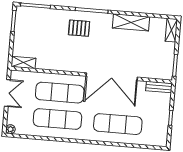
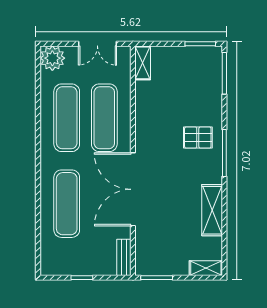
pallet: (79, 28) -> (198, 138), turned 90
plant: (10, 129) -> (52, 58), width x1.88, depth x1.88

